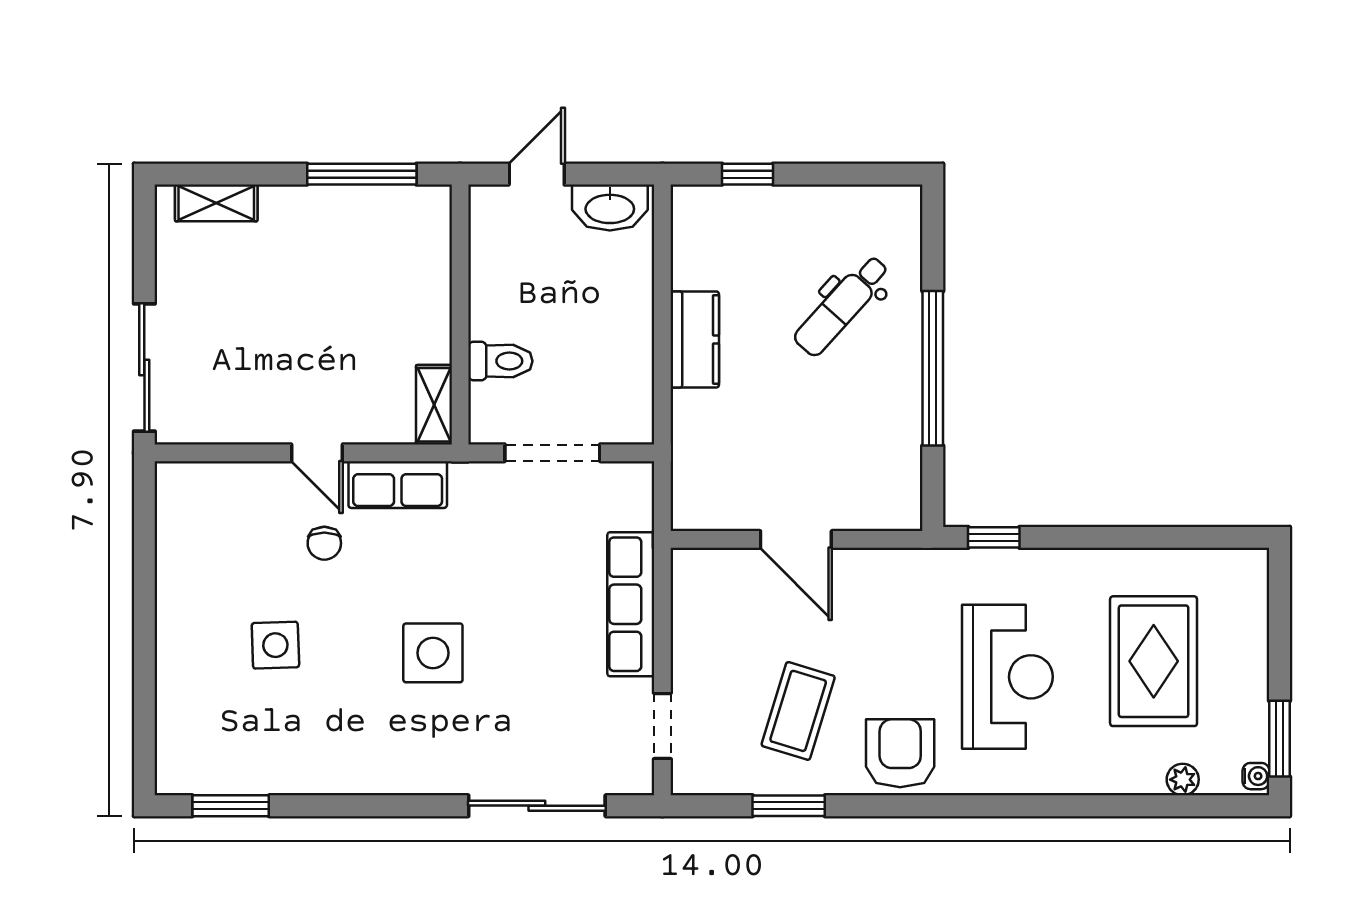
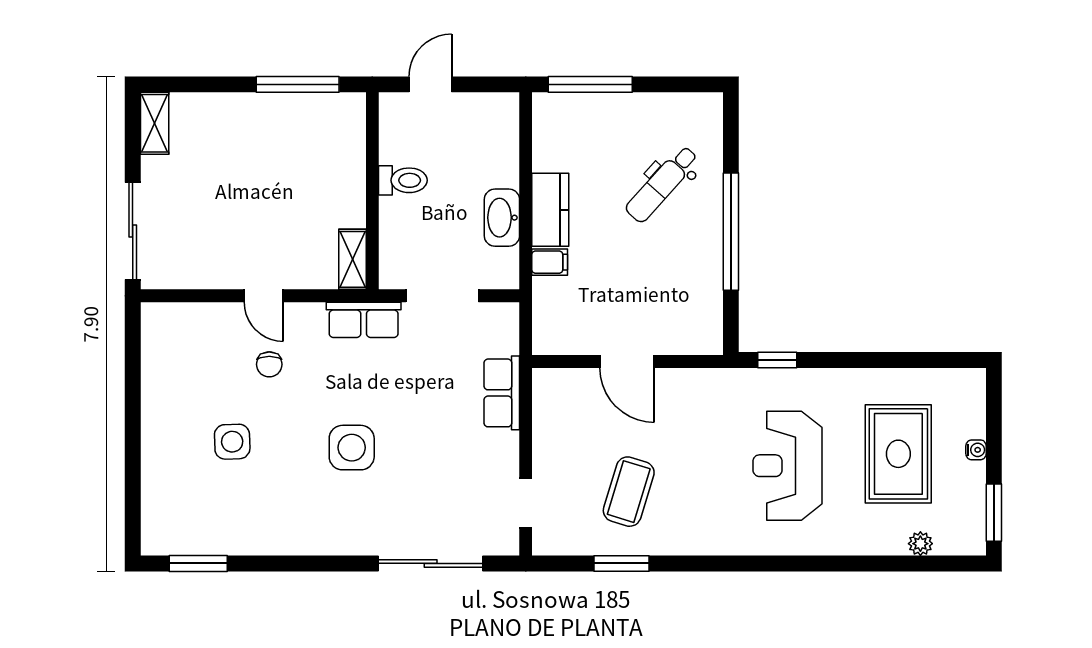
window: (748, 174) -> (590, 84), width x2.17
shelving: (216, 203) -> (155, 123), moved, turned 90
washbasin: (610, 208) -> (502, 218), moved, turned 90
toilet: (500, 361) -> (403, 180), moved
filing cabinet: (694, 408) -> (550, 262), added
row of seats: (398, 485) -> (364, 320), moved
row of seats: (631, 604) -> (502, 393), width x0.68
reception desk: (1007, 677) -> (787, 466), turned 180
armchair: (900, 753) -> (706, 524), removed
water cooler: (1256, 776) -> (976, 450), moved

